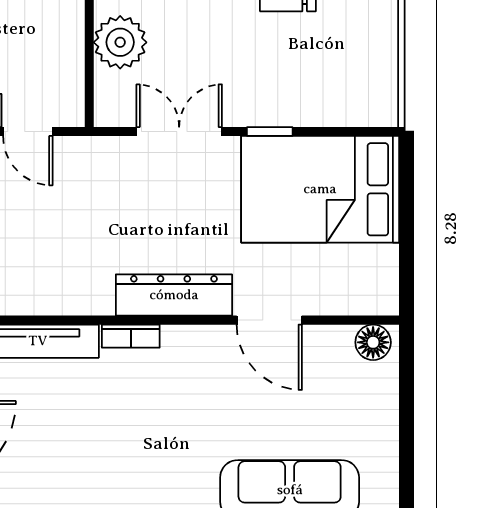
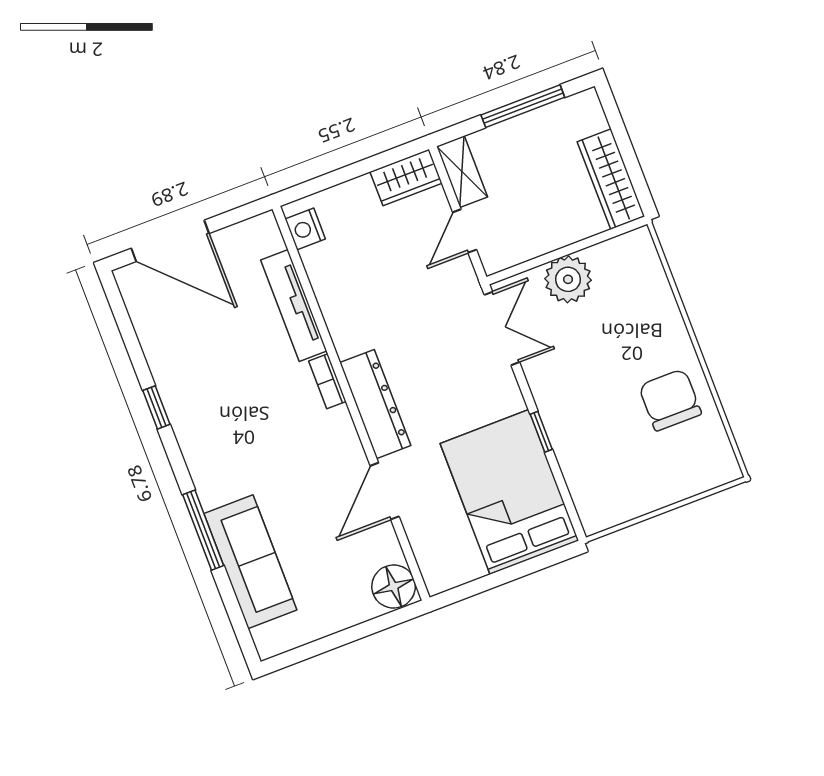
double door: (179, 132) -> (502, 328), moved
floor lamp: (373, 342) -> (394, 586), width x1.38, depth x1.38

